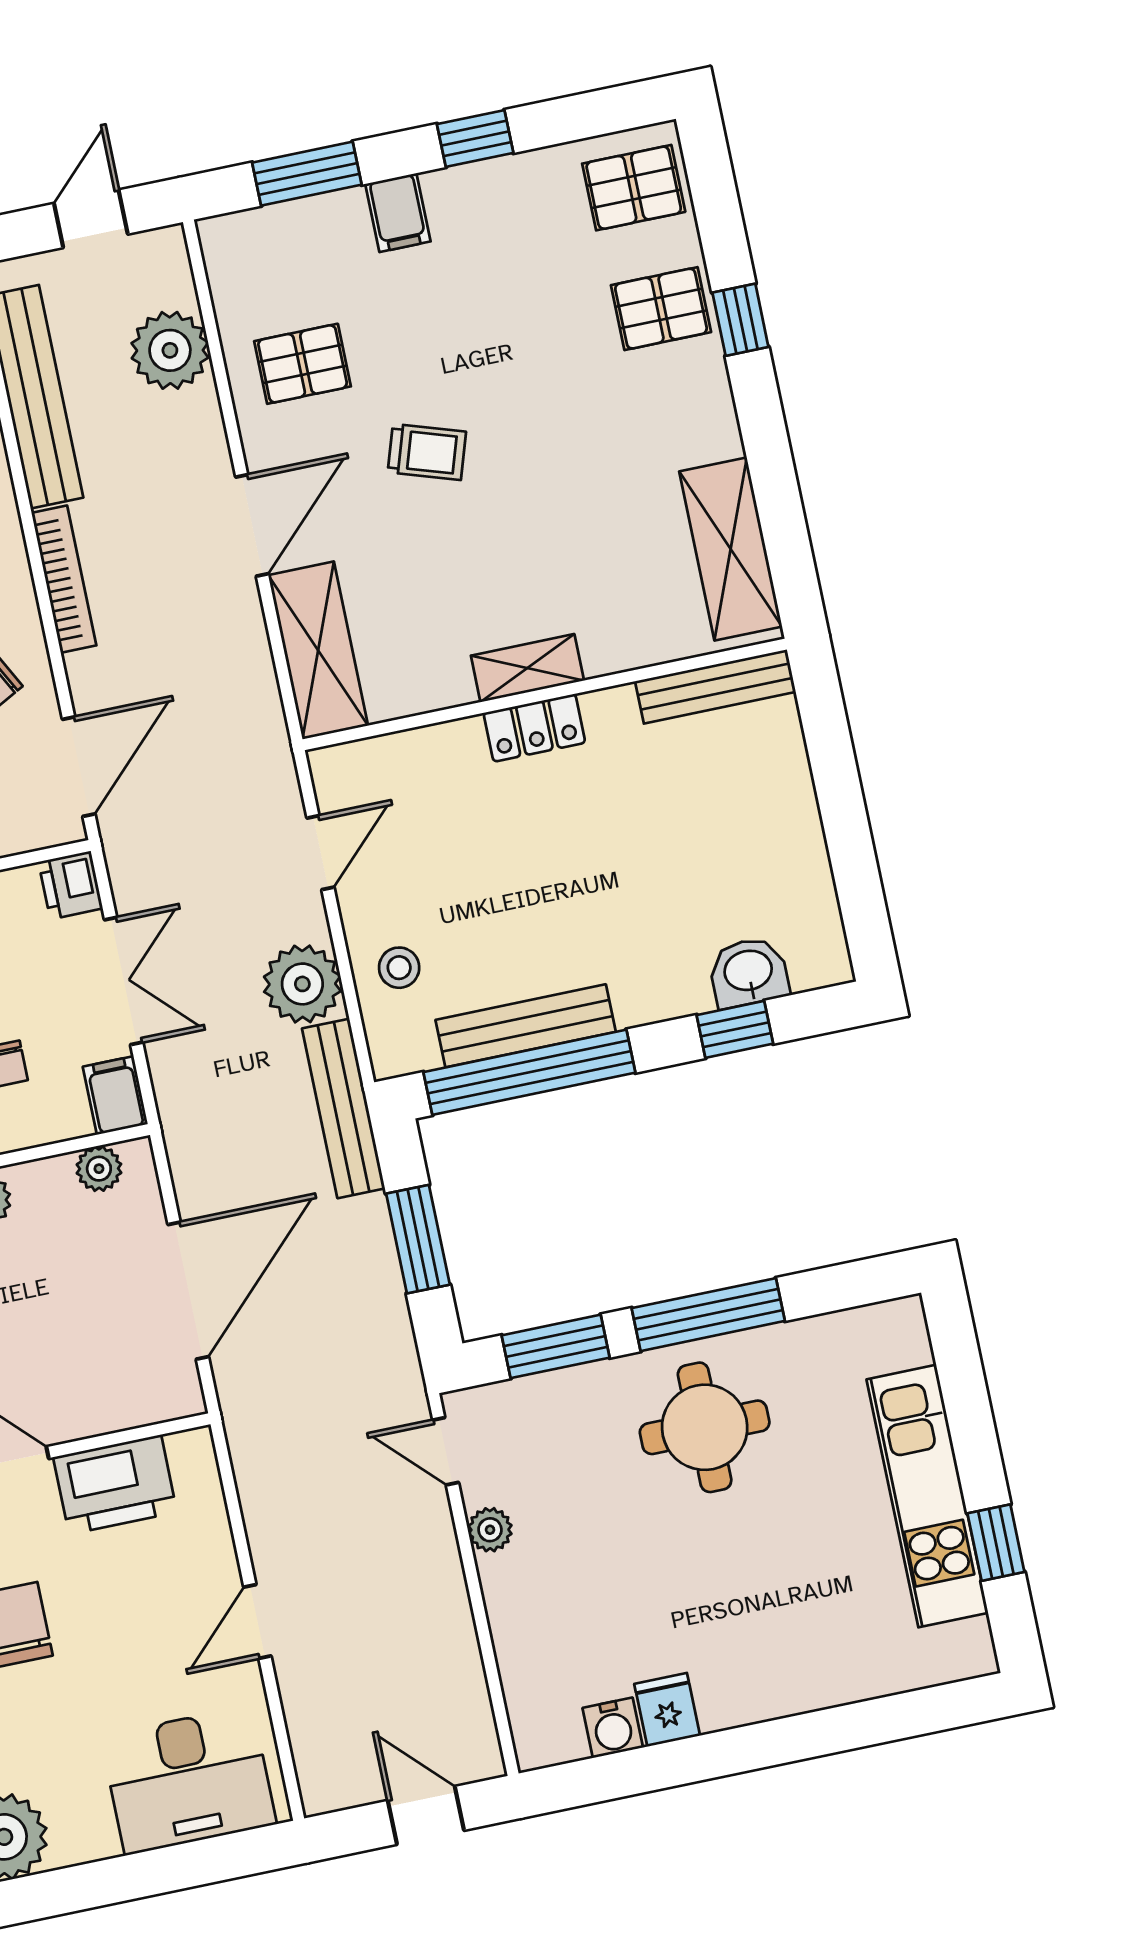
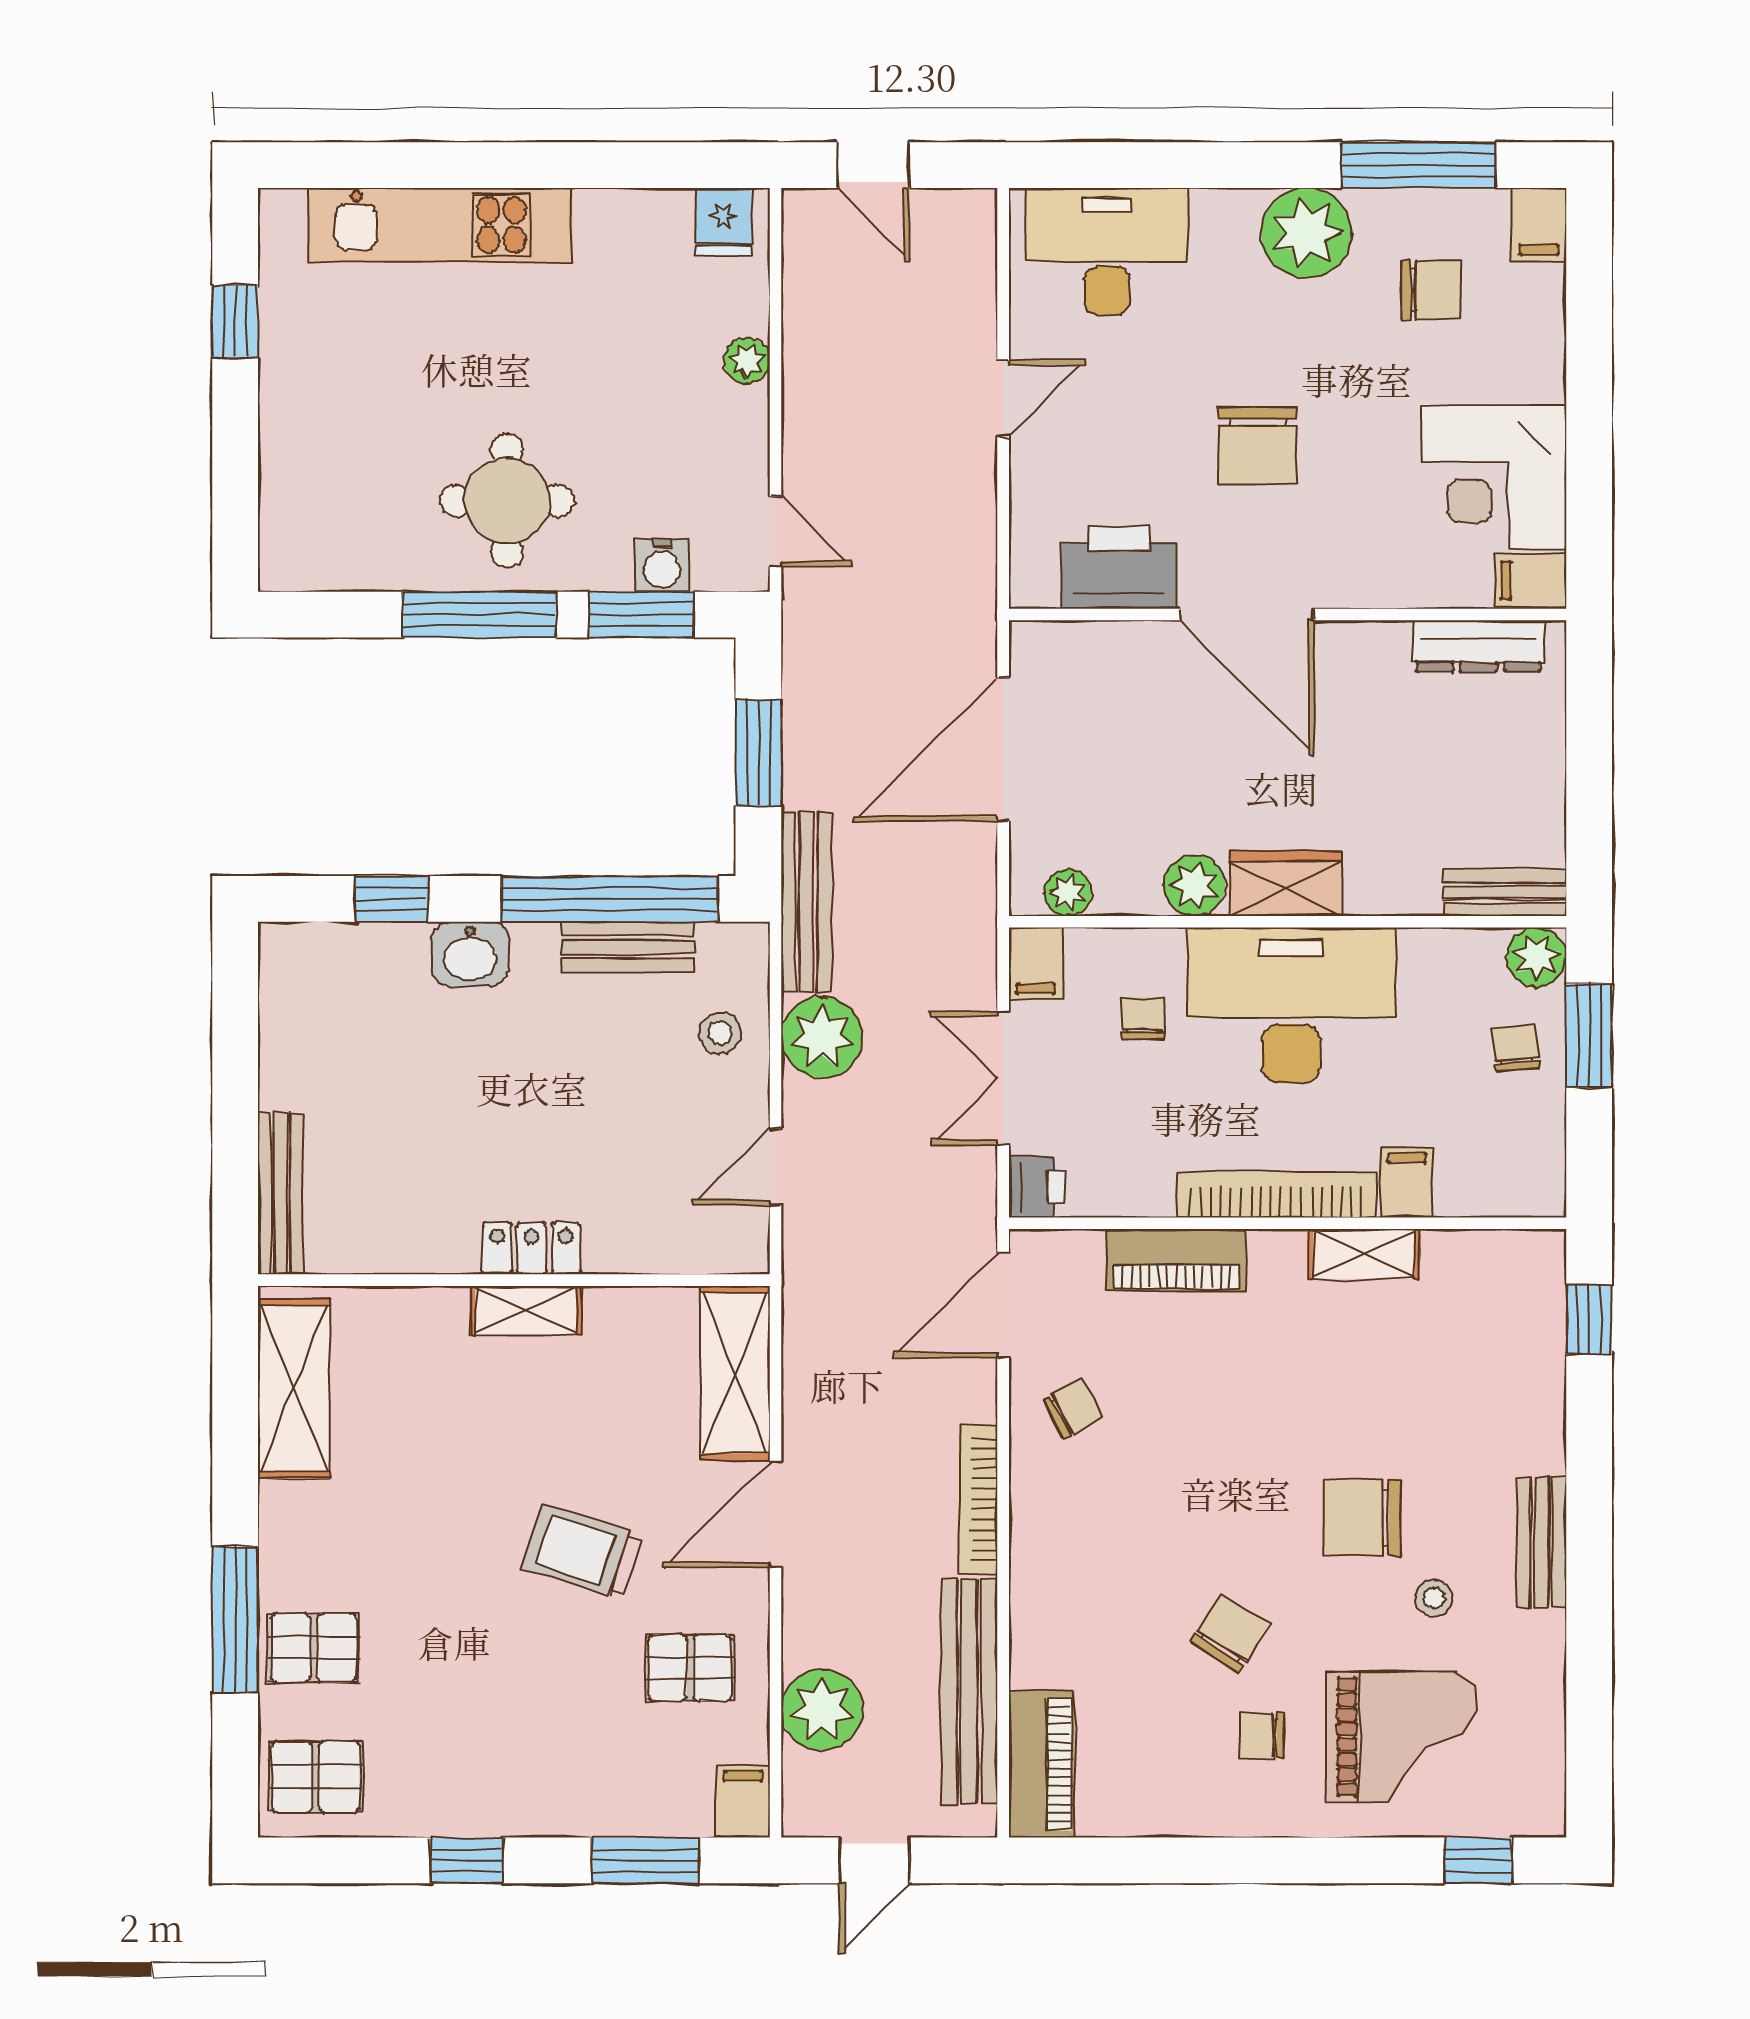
filing cabinet: (398, 213) -> (743, 1801), moved
window: (740, 320) -> (235, 1620), width x2.17
trolley: (427, 452) -> (582, 1552), width x1.36, depth x1.39
bench: (715, 687) -> (280, 1194), moved, turned 90
washbasin: (748, 972) -> (470, 954), moved
bench: (526, 1026) -> (628, 947), width x0.73
kitchen unit: (927, 1496) -> (441, 225), moved, turned 90
plant: (490, 1530) -> (747, 361), moved
fridge: (667, 1710) -> (723, 221), moved
water cooler: (613, 1728) -> (662, 565), moved, turned 180

